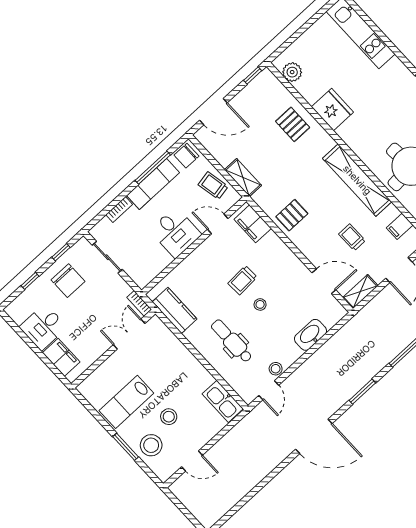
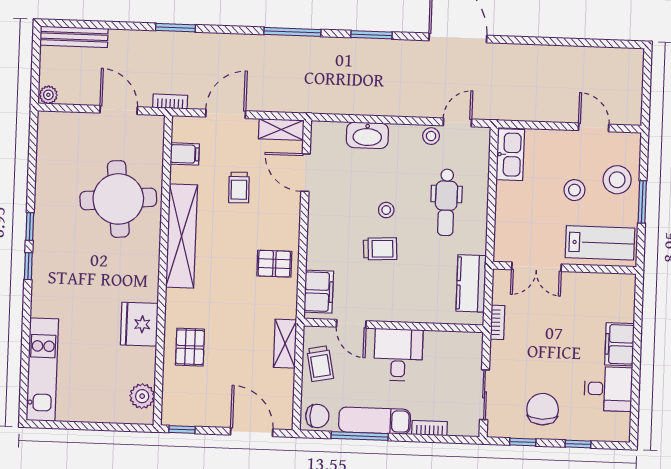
double door: (129, 334) -> (536, 267), moved
wall: (113, 349) -> (565, 268), moved

